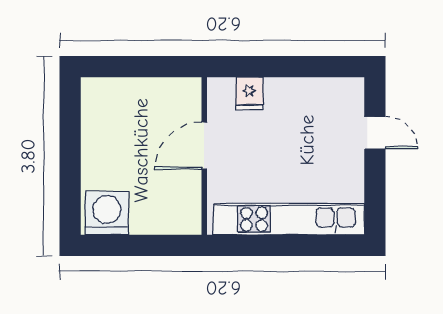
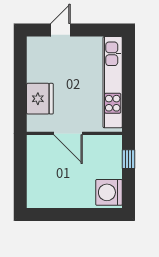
fridge: (249, 93) -> (40, 99), width x1.88, depth x1.34
window: (162, 245) -> (128, 159), added

